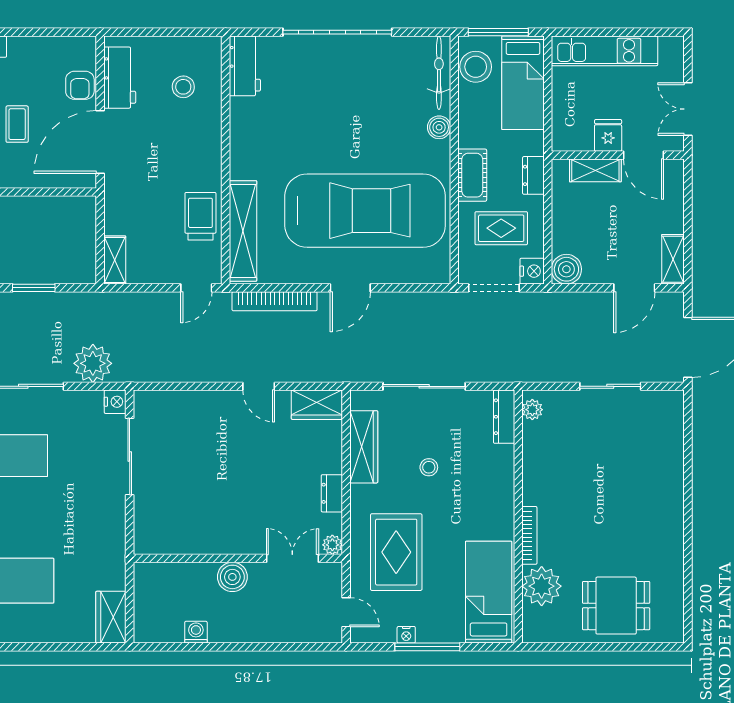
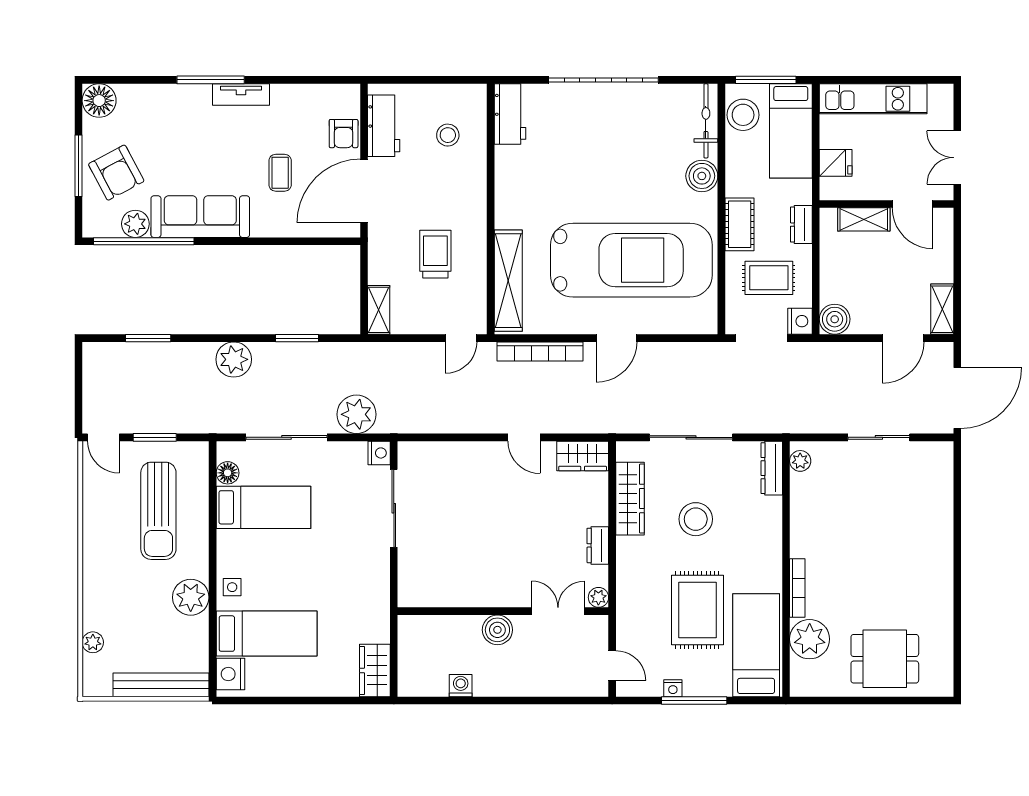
boiler: (439, 127) -> (702, 176), width x1.36, depth x1.36
fridge: (608, 135) -> (836, 163), moved, turned 90
trolley: (200, 216) -> (435, 254), moved
stool: (429, 467) -> (696, 519), width x1.89, depth x1.89
rug: (396, 552) -> (697, 610), moved

